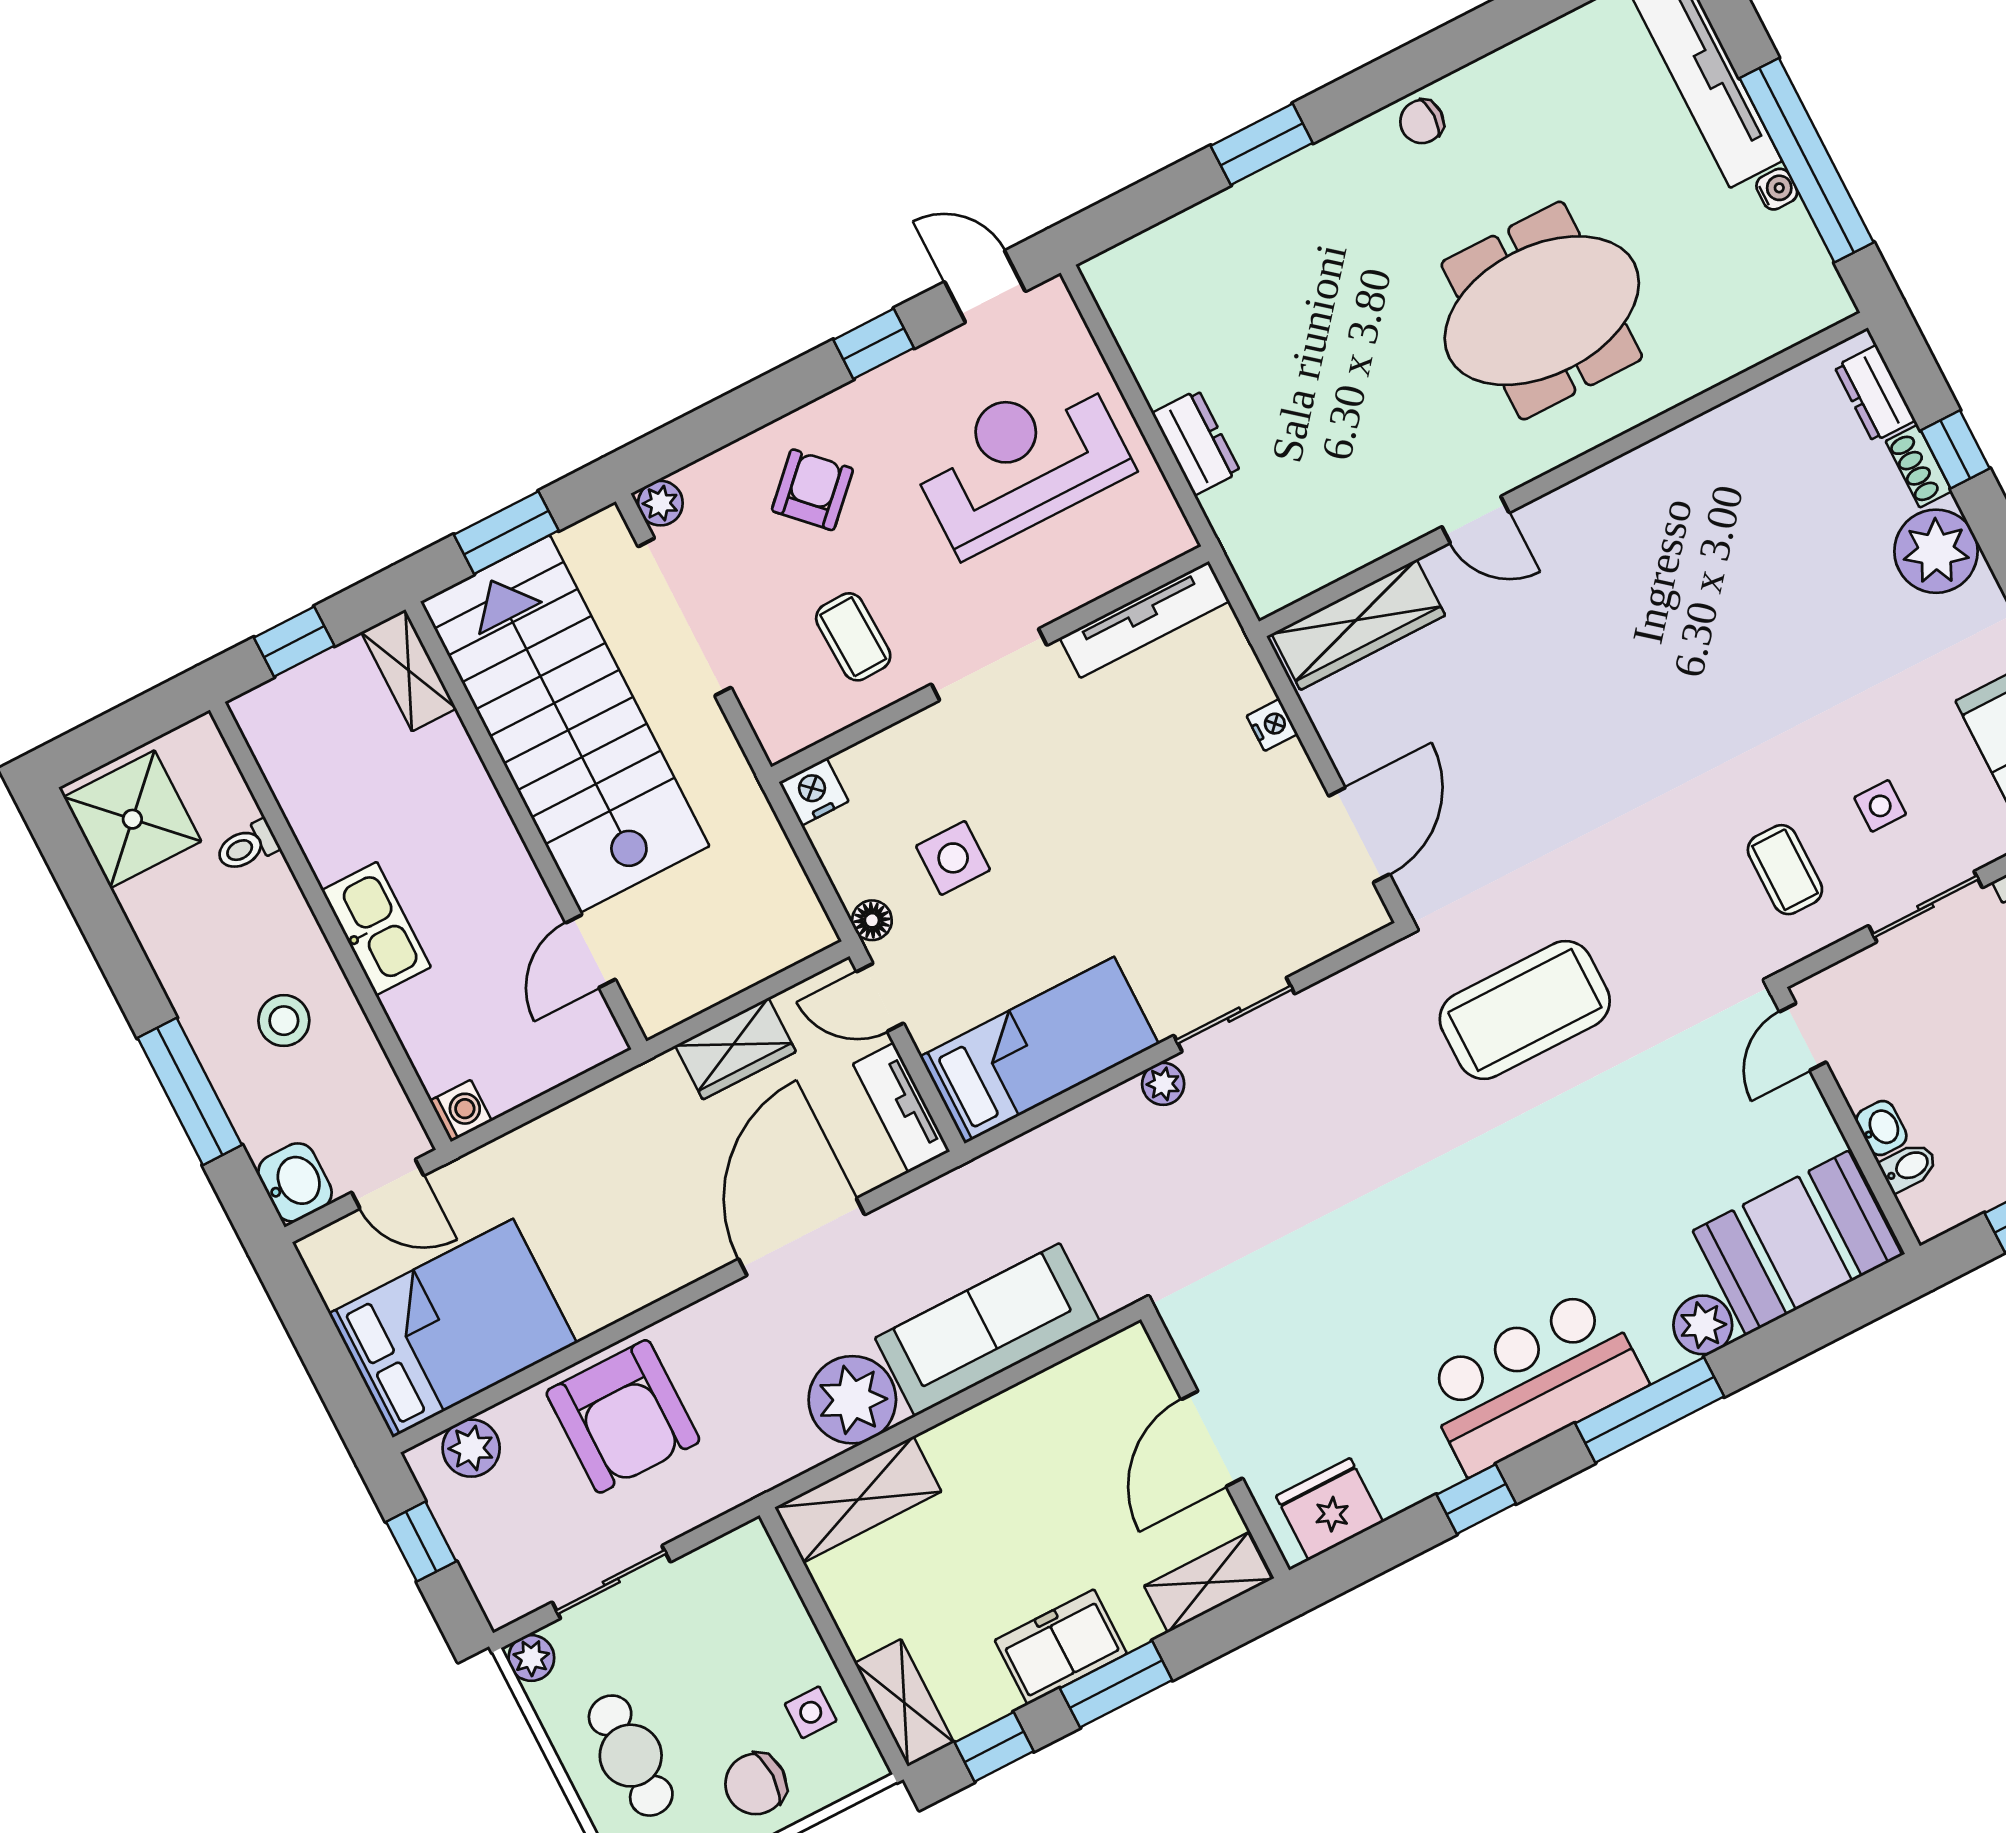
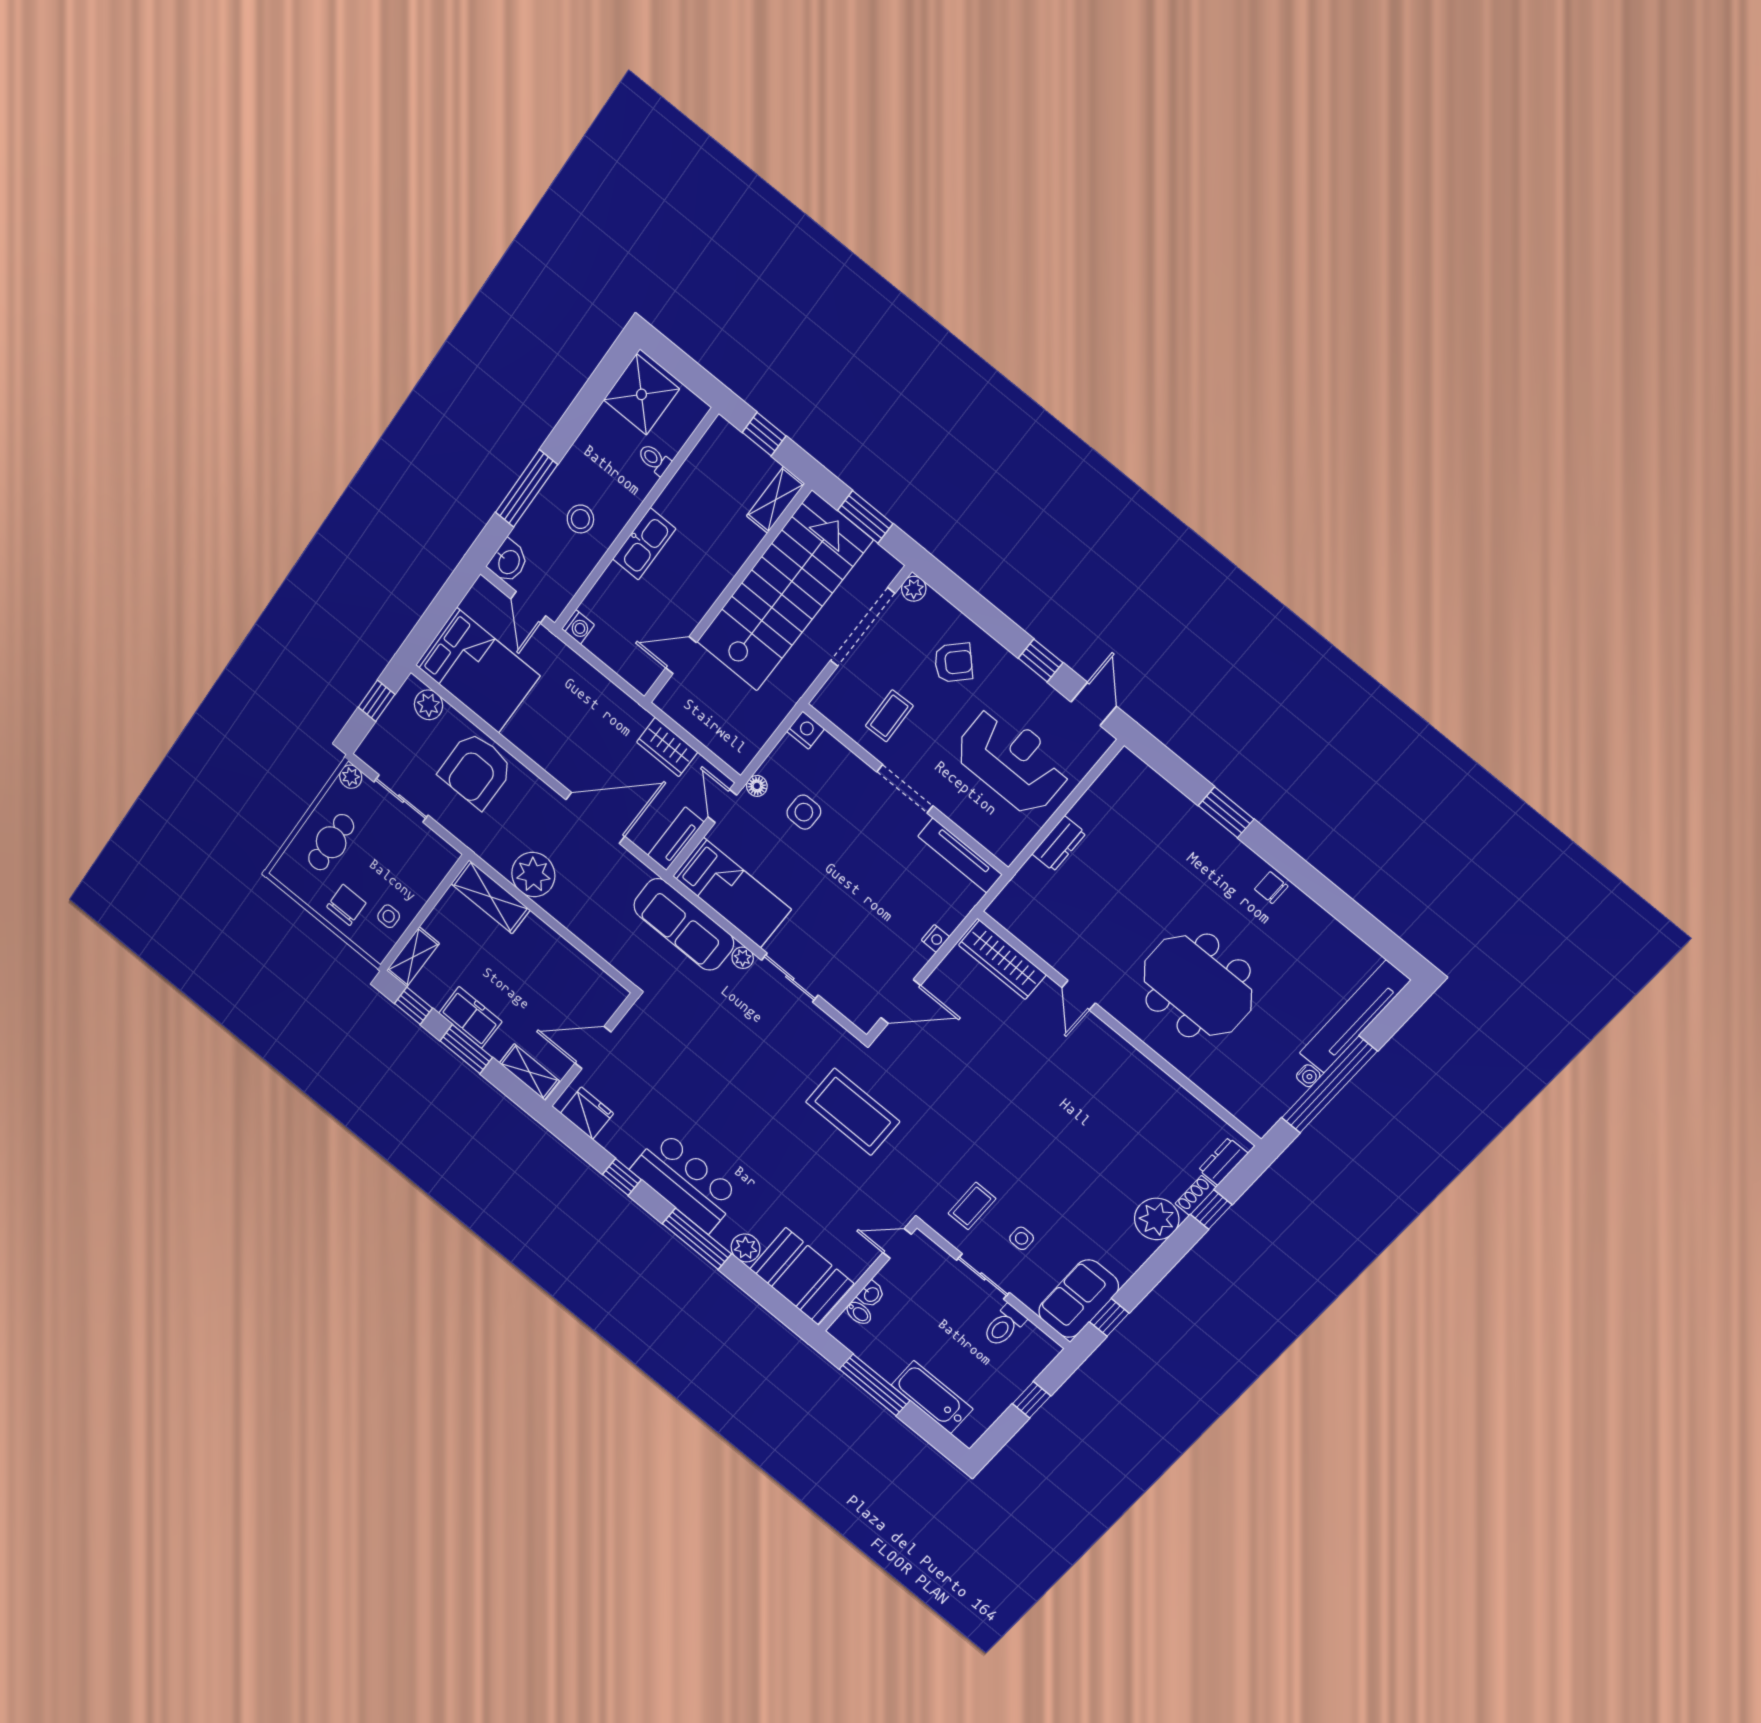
sofa: (987, 1330) -> (684, 924), moved, turned 180
chair: (756, 1784) -> (346, 905), turned 90

